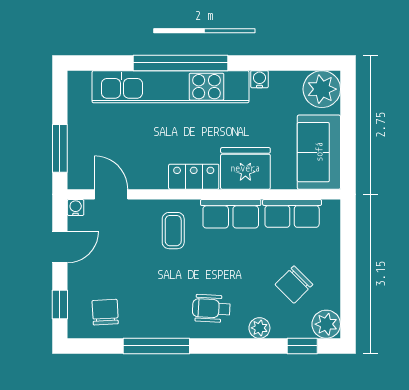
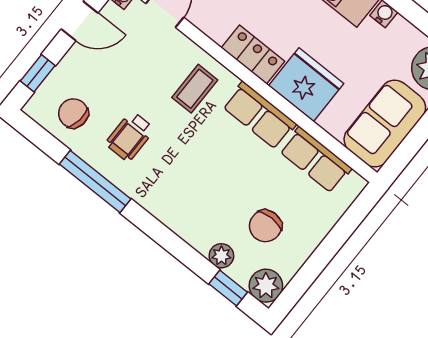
chair: (294, 285) -> (265, 226), turned -45
wheelchair: (211, 308) -> (130, 136), moved, turned -93
chair: (105, 312) -> (73, 113), turned -79
plant: (259, 328) -> (221, 256), moved

